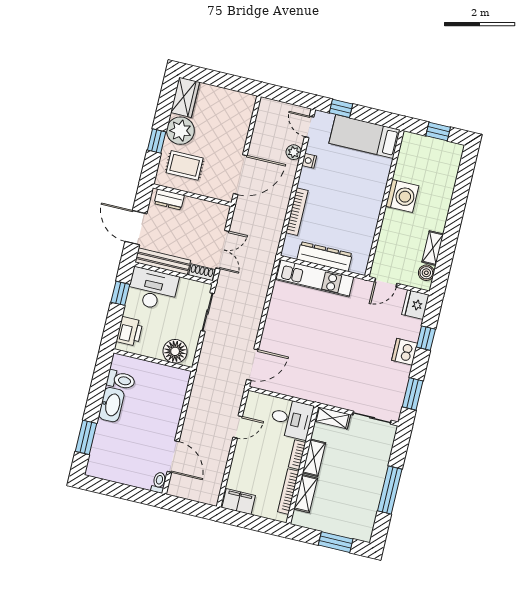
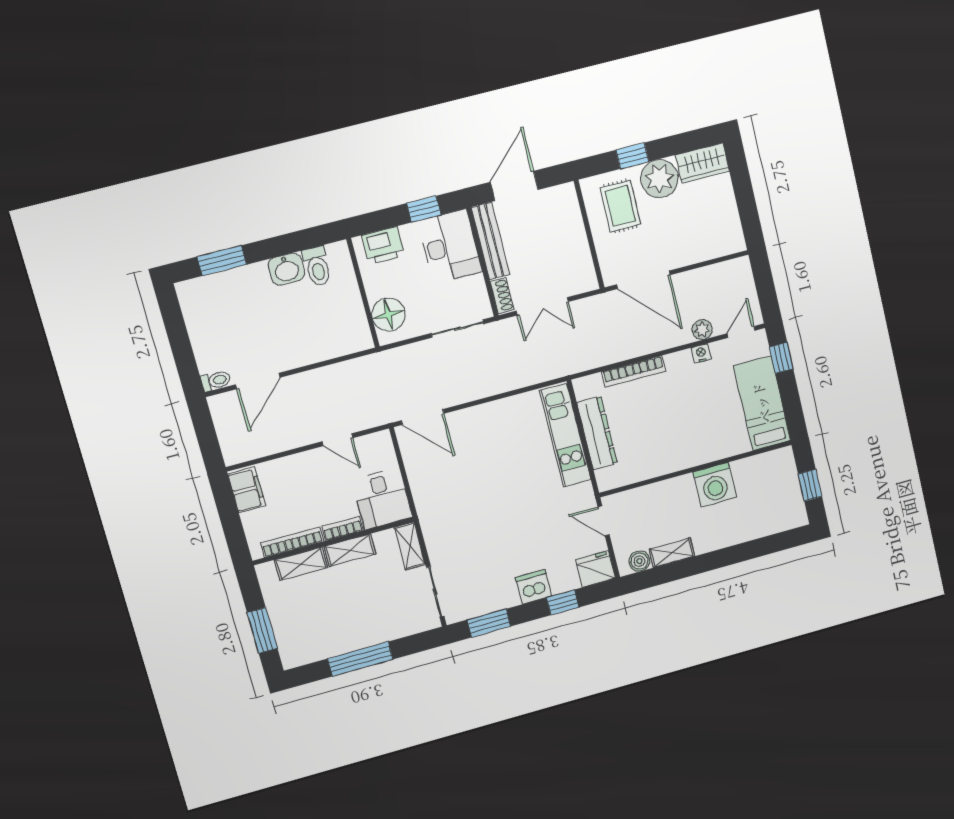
dresser: (169, 199) -> (570, 209), removed
washbasin: (111, 405) -> (286, 269), width x0.72

